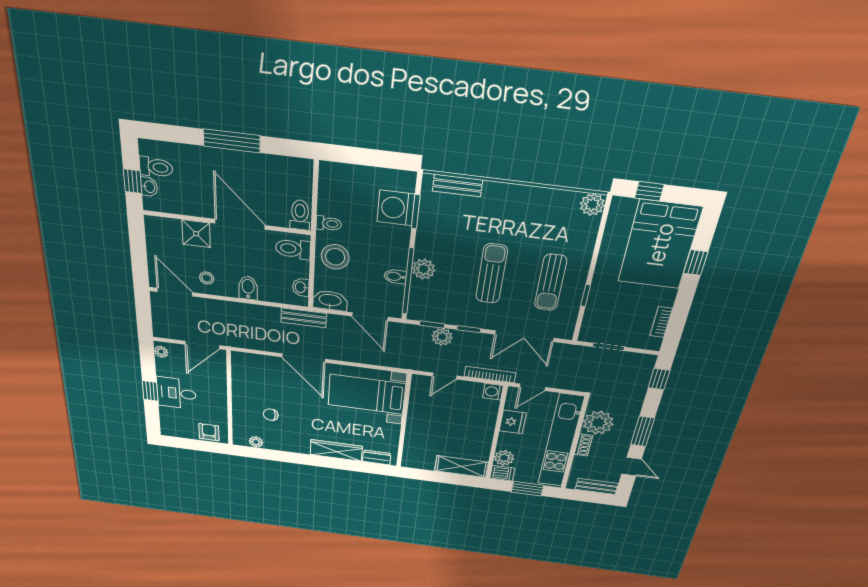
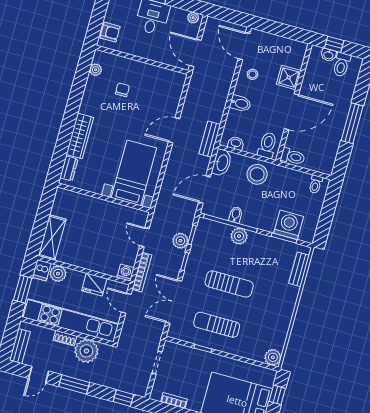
toilet: (329, 224) -> (316, 184), moved
door: (175, 292) -> (244, 46), swing flipped
door: (304, 358) -> (174, 130), width x0.73

